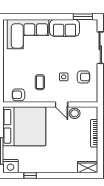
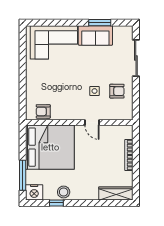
window: (83, 17) -> (100, 23), moved
coffee table: (40, 82) -> (67, 97), removed
stool: (75, 113) -> (64, 192), moved
wardrobe: (88, 167) -> (116, 193), width x1.50

